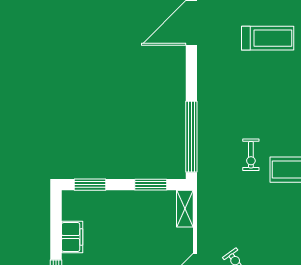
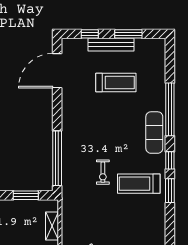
shelving: (185, 209) -> (52, 226), moved

